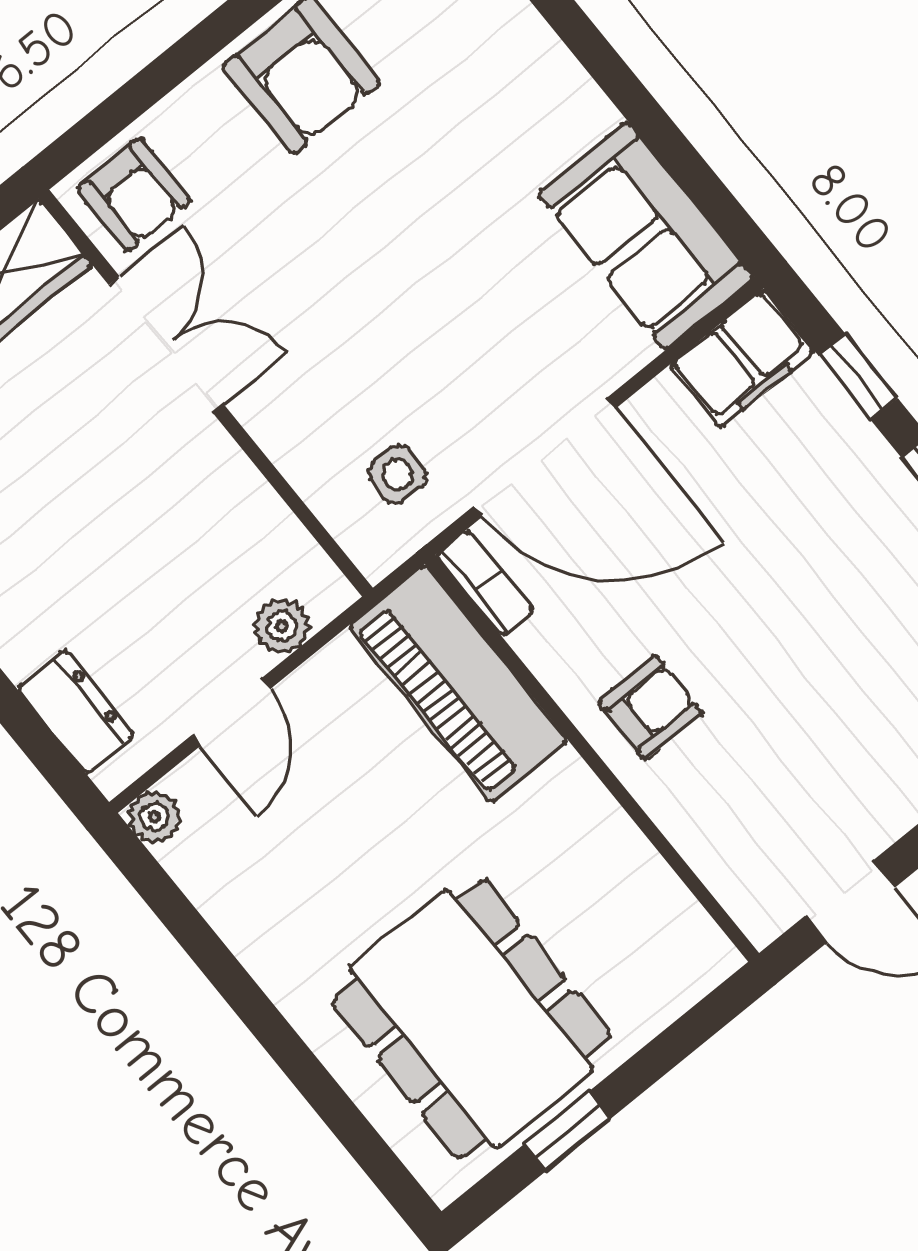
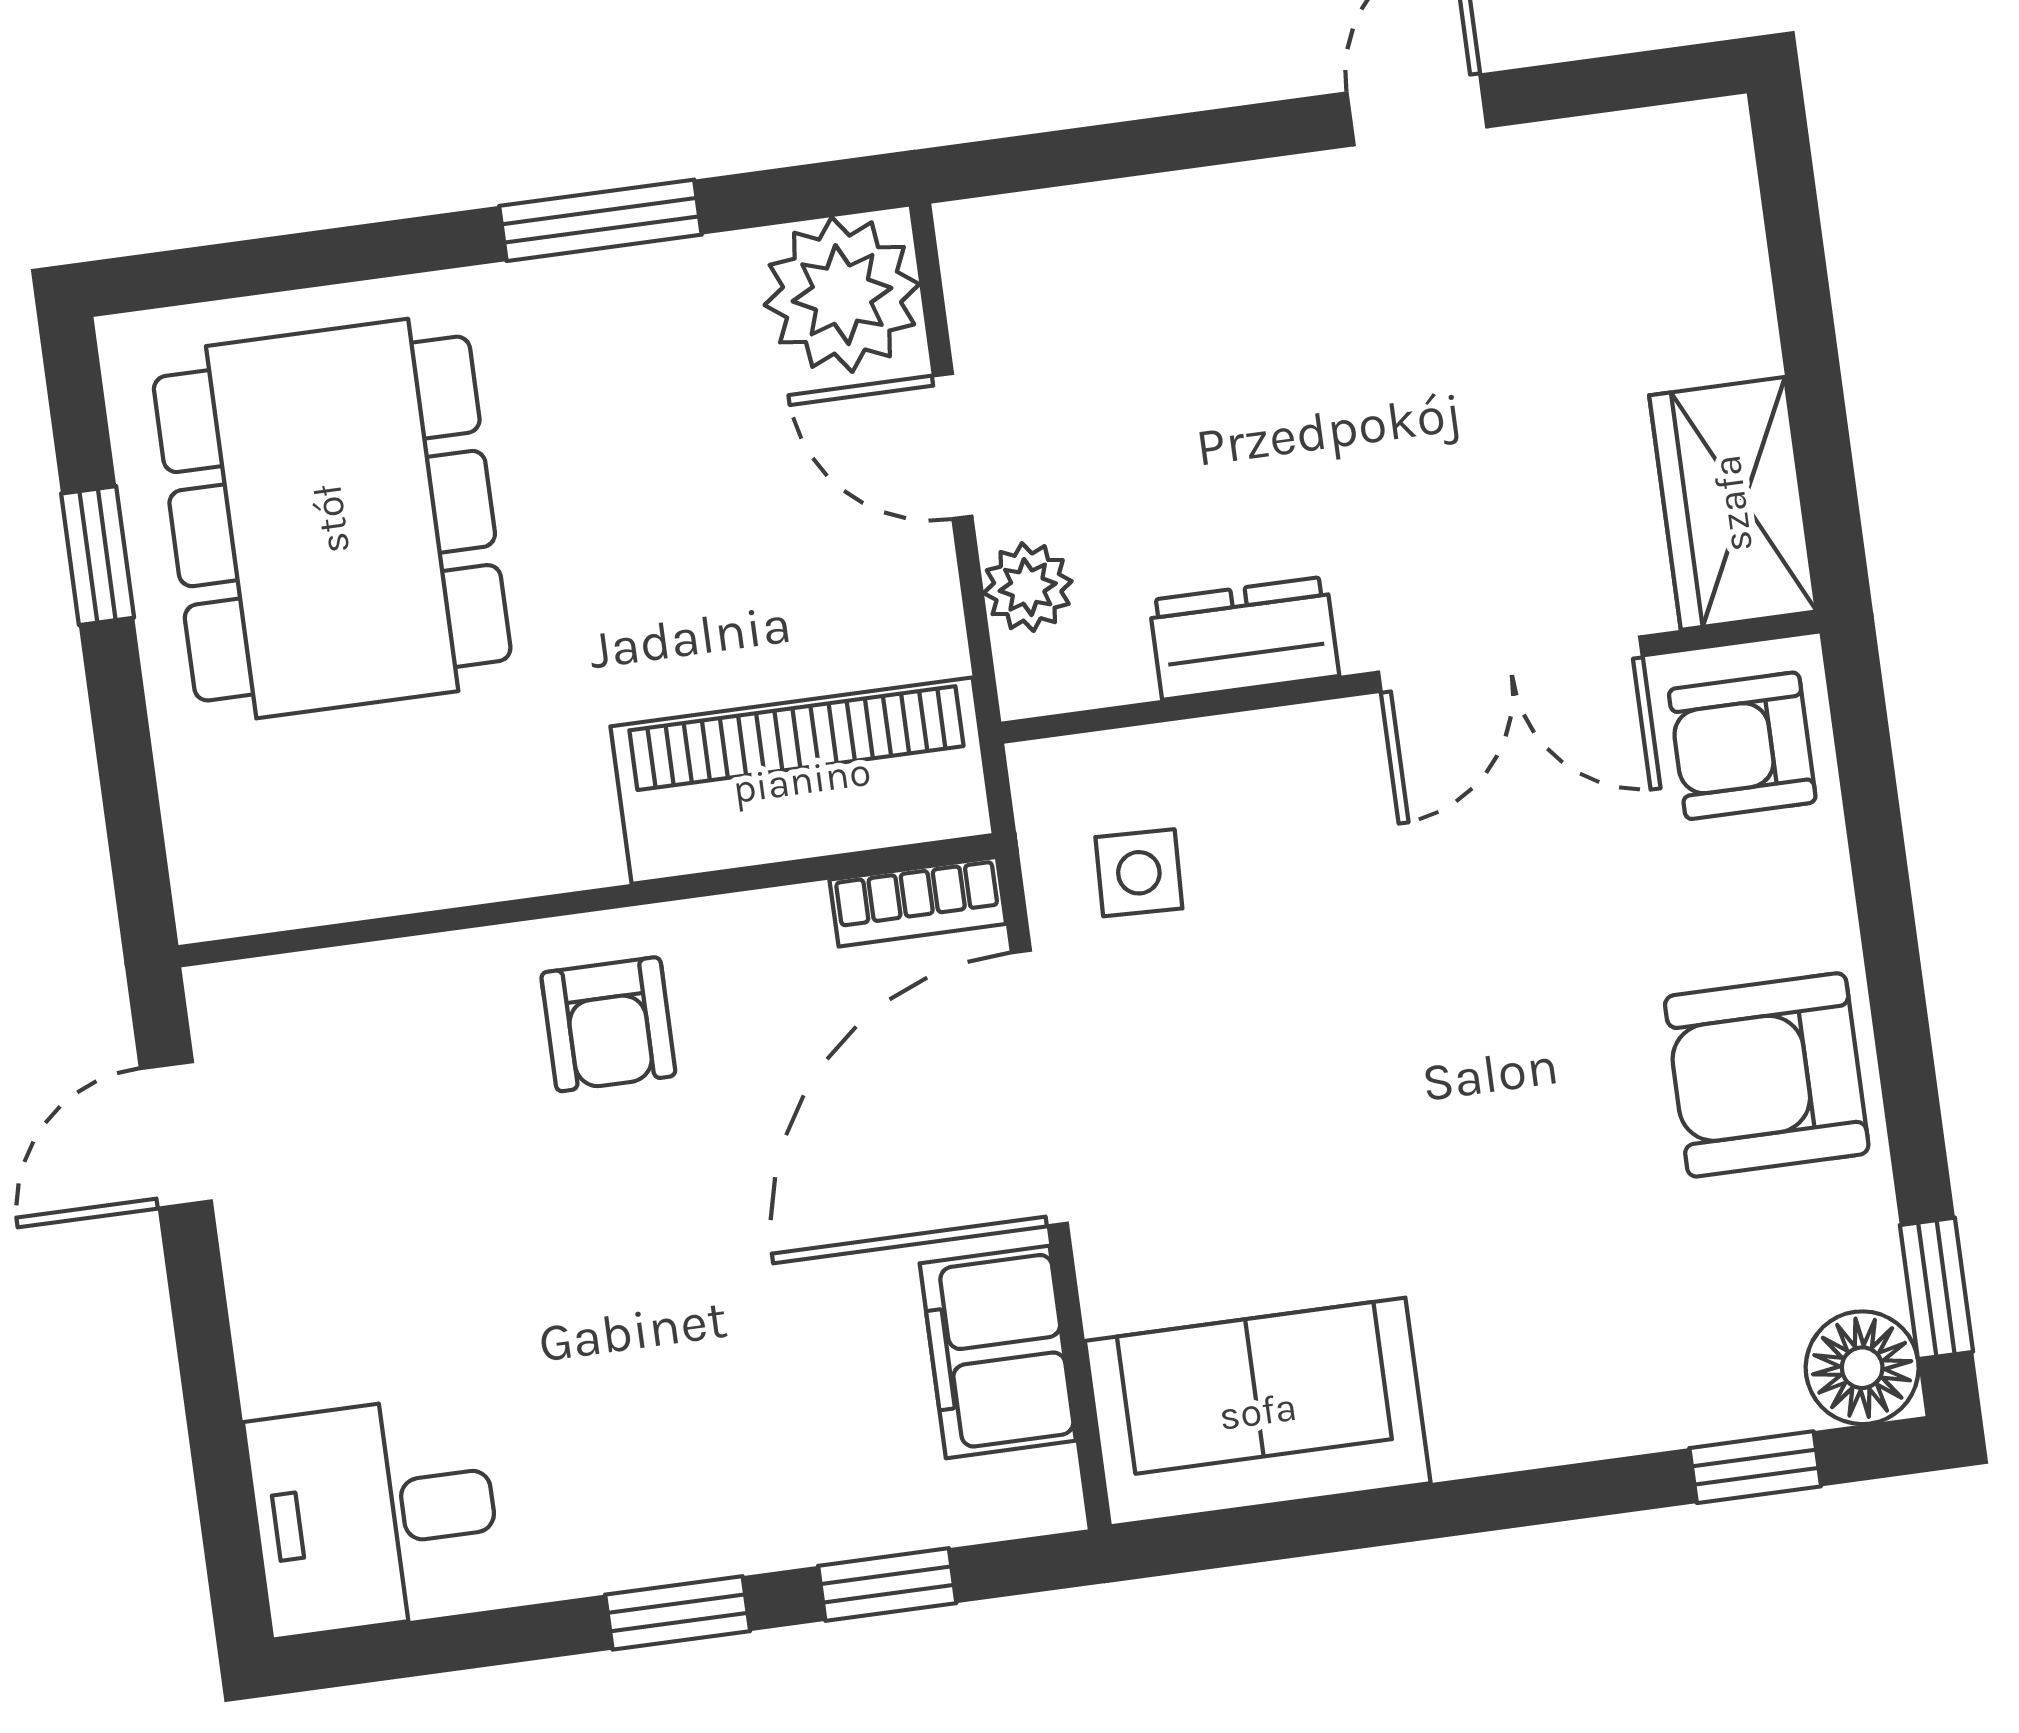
filing cabinet: (742, 359) -> (998, 1352), moved
dresser: (76, 712) -> (1244, 638), moved, turned 180
plant: (154, 817) -> (842, 295), width x1.87, depth x1.87
window: (225, 973) -> (600, 220), added
dining table: (471, 1019) -> (332, 519), turned 90

